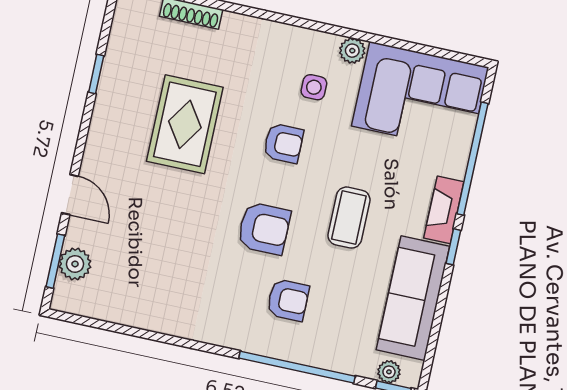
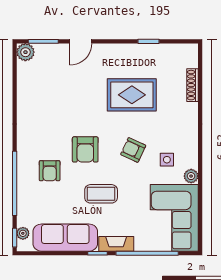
armchair: (283, 143) -> (133, 150), turned 115
plant: (75, 264) -> (25, 52), moved

